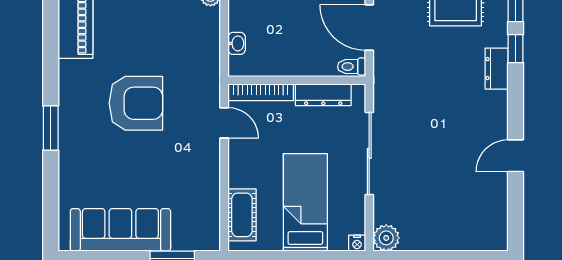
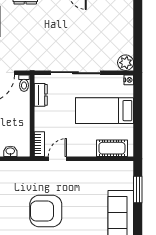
bookcase: (261, 92) -> (39, 144), width x0.64
dresser: (323, 95) -> (41, 95), width x0.70
armchair: (136, 103) -> (46, 211), turned -90

